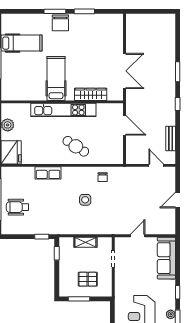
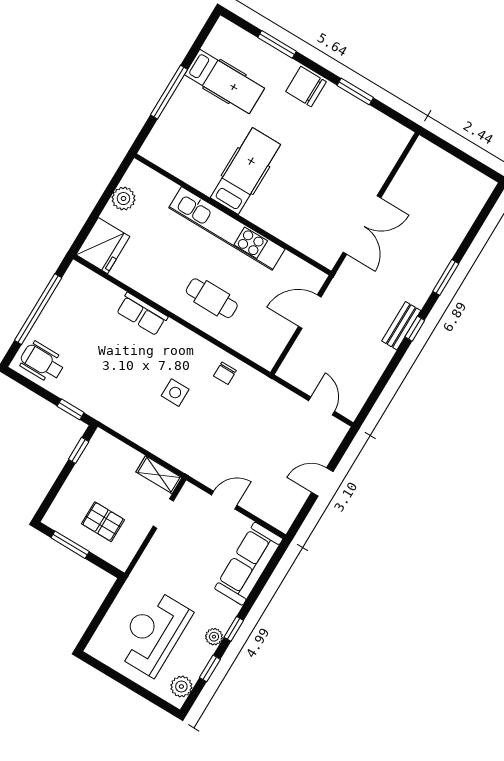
window: (55, 11) -> (277, 44), moved
chair: (60, 23) -> (306, 87), turned 90
wardrobe: (91, 94) -> (285, 230), removed
door: (125, 125) -> (310, 312), swing flipped
bench: (171, 139) -> (401, 326), moved
cafe table: (76, 146) -> (212, 298), turned -33
wheelchair: (18, 207) -> (42, 362), moved
shelving: (85, 242) -> (159, 475), moved
plant: (171, 314) -> (214, 637), moved

